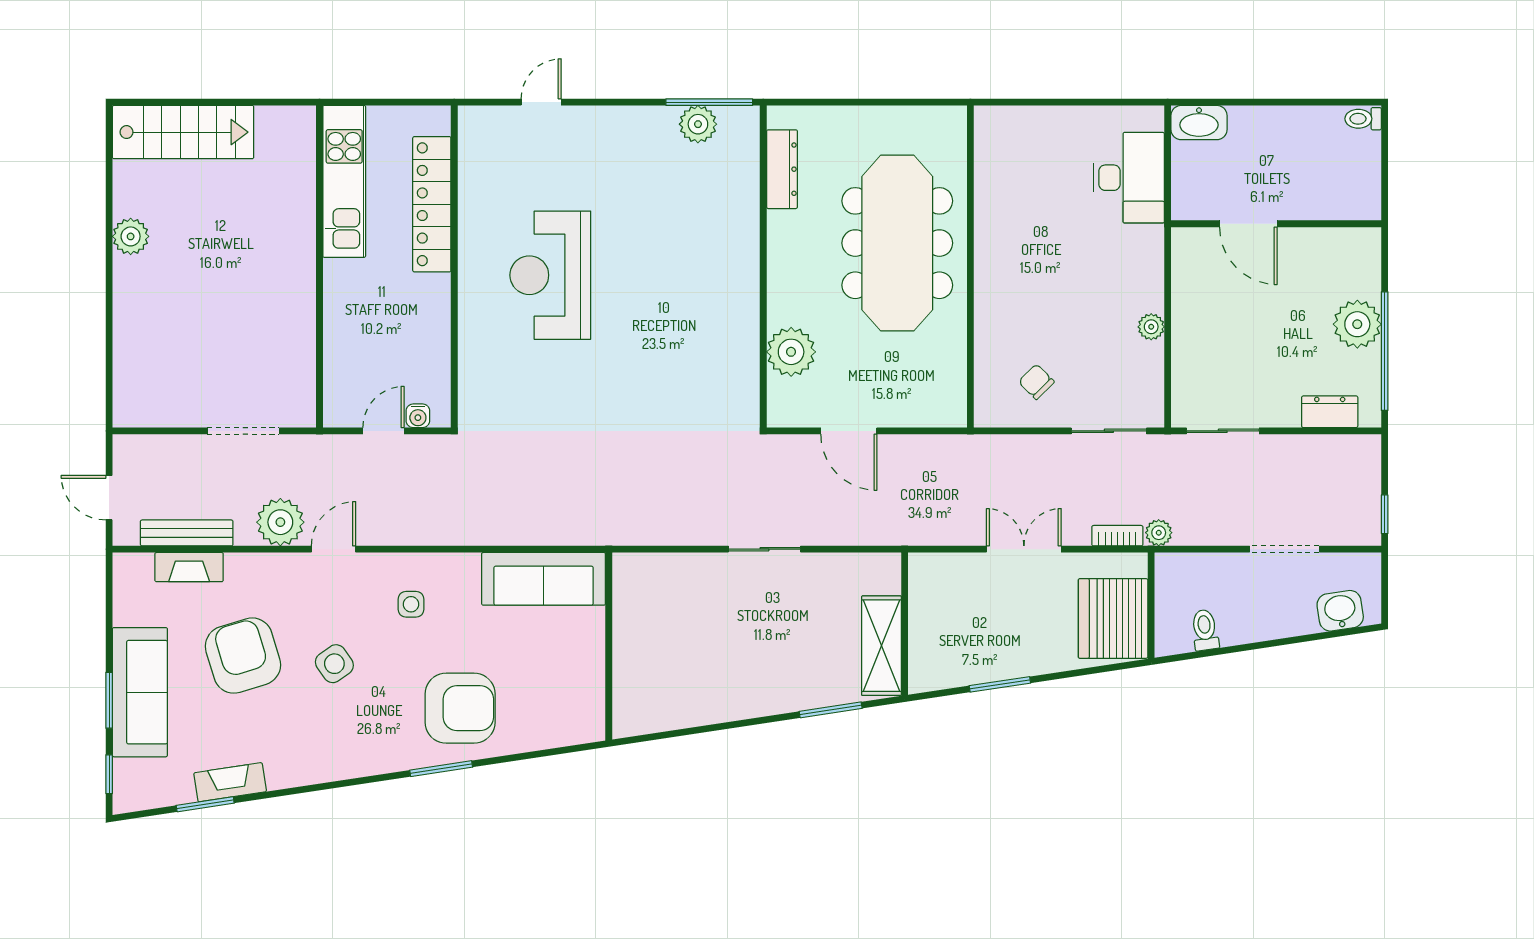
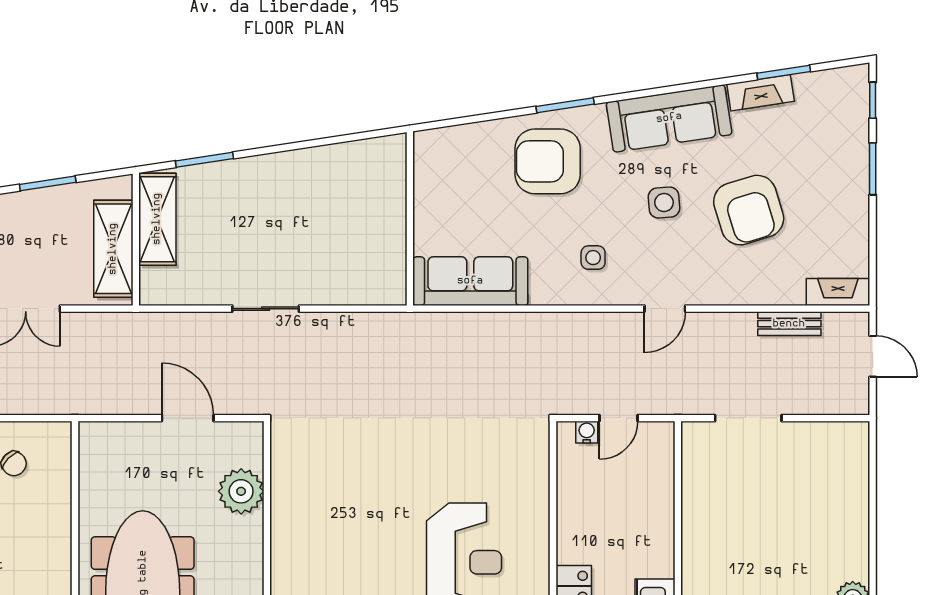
plant: (280, 522) -> (714, 334), removed
bench: (187, 533) -> (789, 324), width x0.73
fireplace: (189, 567) -> (838, 292), moved
shelving: (929, 614) -> (113, 249), added
side table: (334, 664) -> (664, 203), turned 31
sofa: (140, 692) -> (669, 118), moved, turned -99

